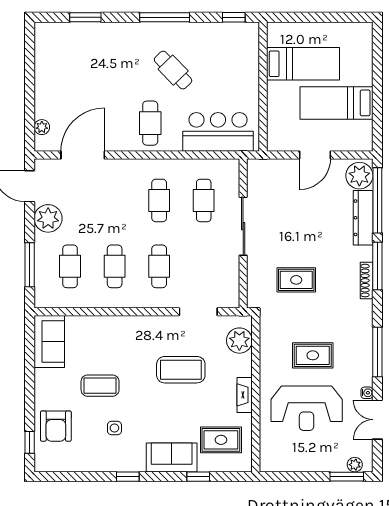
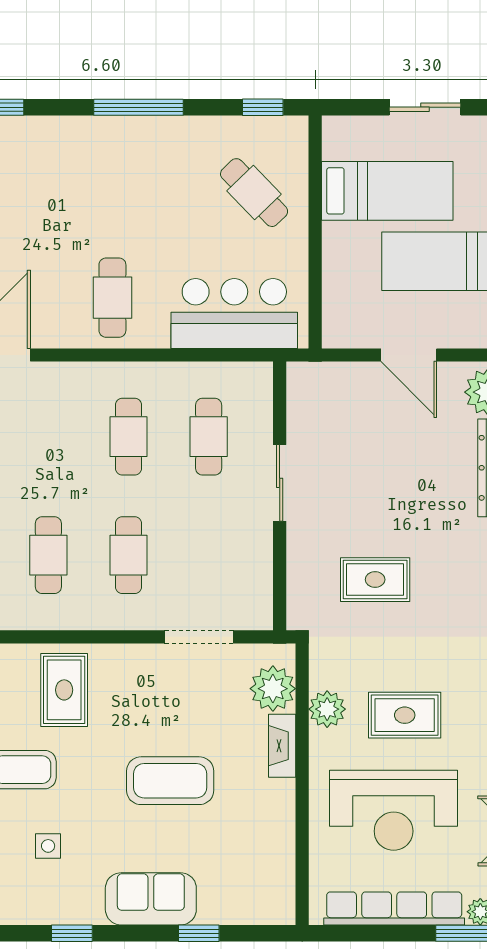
sliding door: (324, 17) -> (425, 107), added
cafe table: (173, 70) -> (254, 193), moved
door: (315, 155) -> (409, 355), hinge flipped
sliding door: (243, 226) -> (280, 483), width x0.73
plant: (270, 352) -> (327, 709), added
coffee table: (181, 370) -> (170, 781), moved
fireplace: (245, 395) -> (282, 746), moved
rug: (221, 440) -> (64, 690), moved, turned 90
row of seats: (307, 463) -> (394, 908), added

